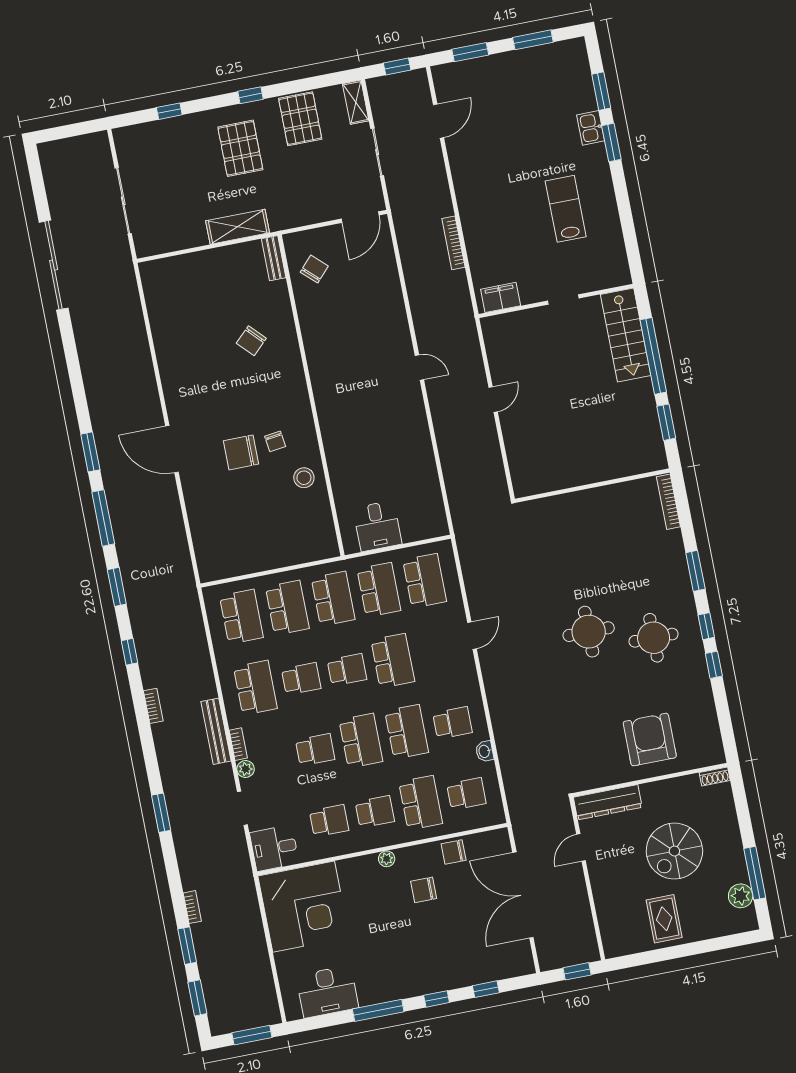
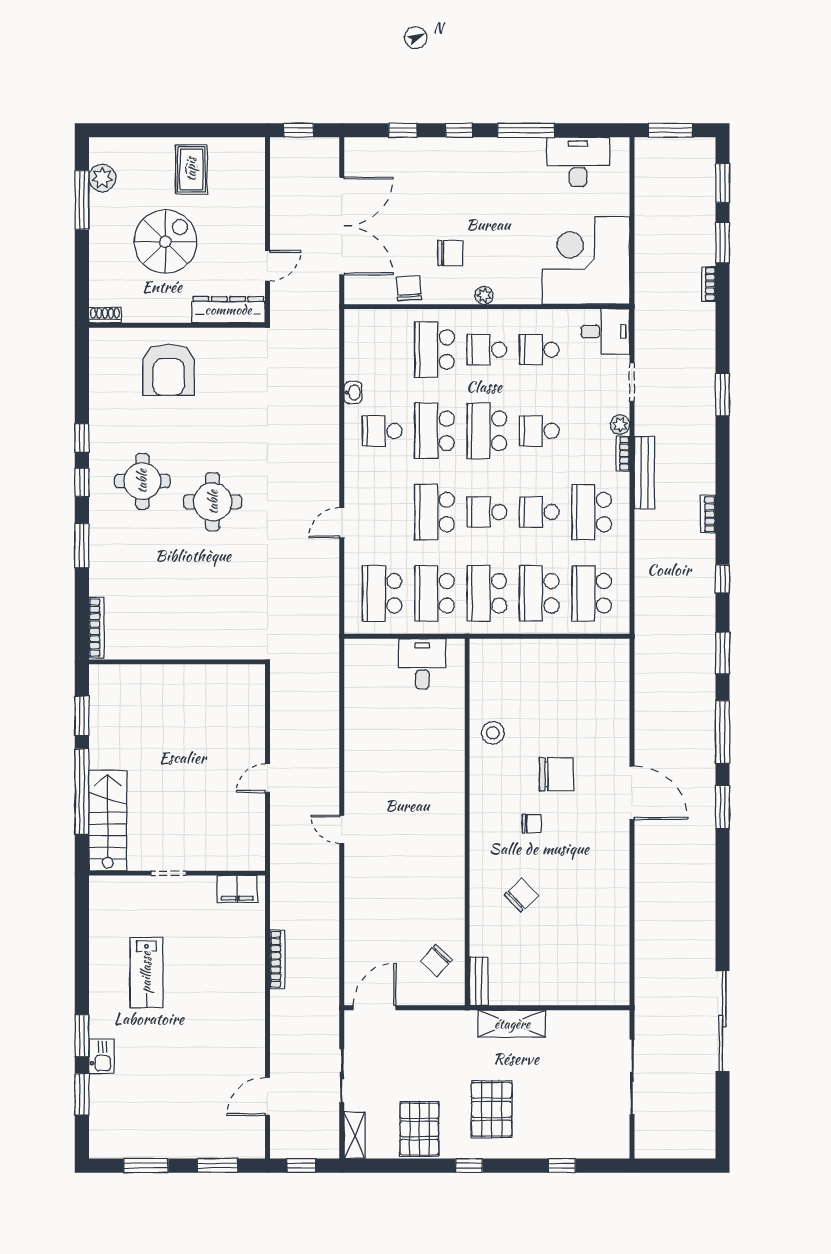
chair: (275, 441) -> (532, 824), moved, turned 97
school desk: (466, 794) -> (382, 350), removed
chair: (454, 852) -> (409, 288), turned -94

